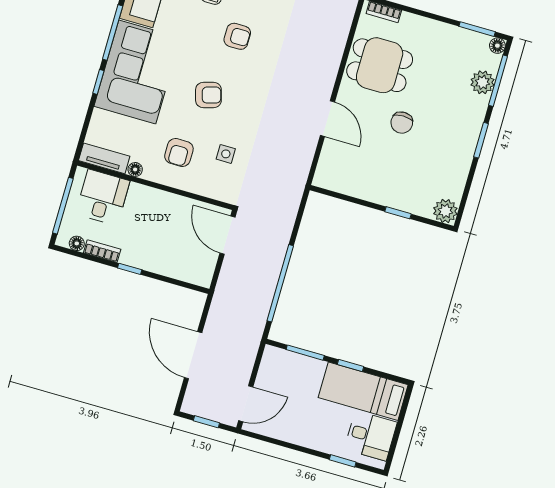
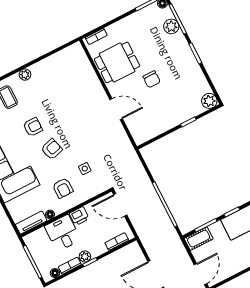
armchair: (237, 36) -> (33, 127), moved
desk: (103, 197) -> (63, 233), moved
printer: (168, 203) -> (79, 216), added
plant: (130, 257) -> (85, 257), added
bookcase: (183, 274) -> (117, 242), added
cot: (282, 360) -> (199, 239), added

